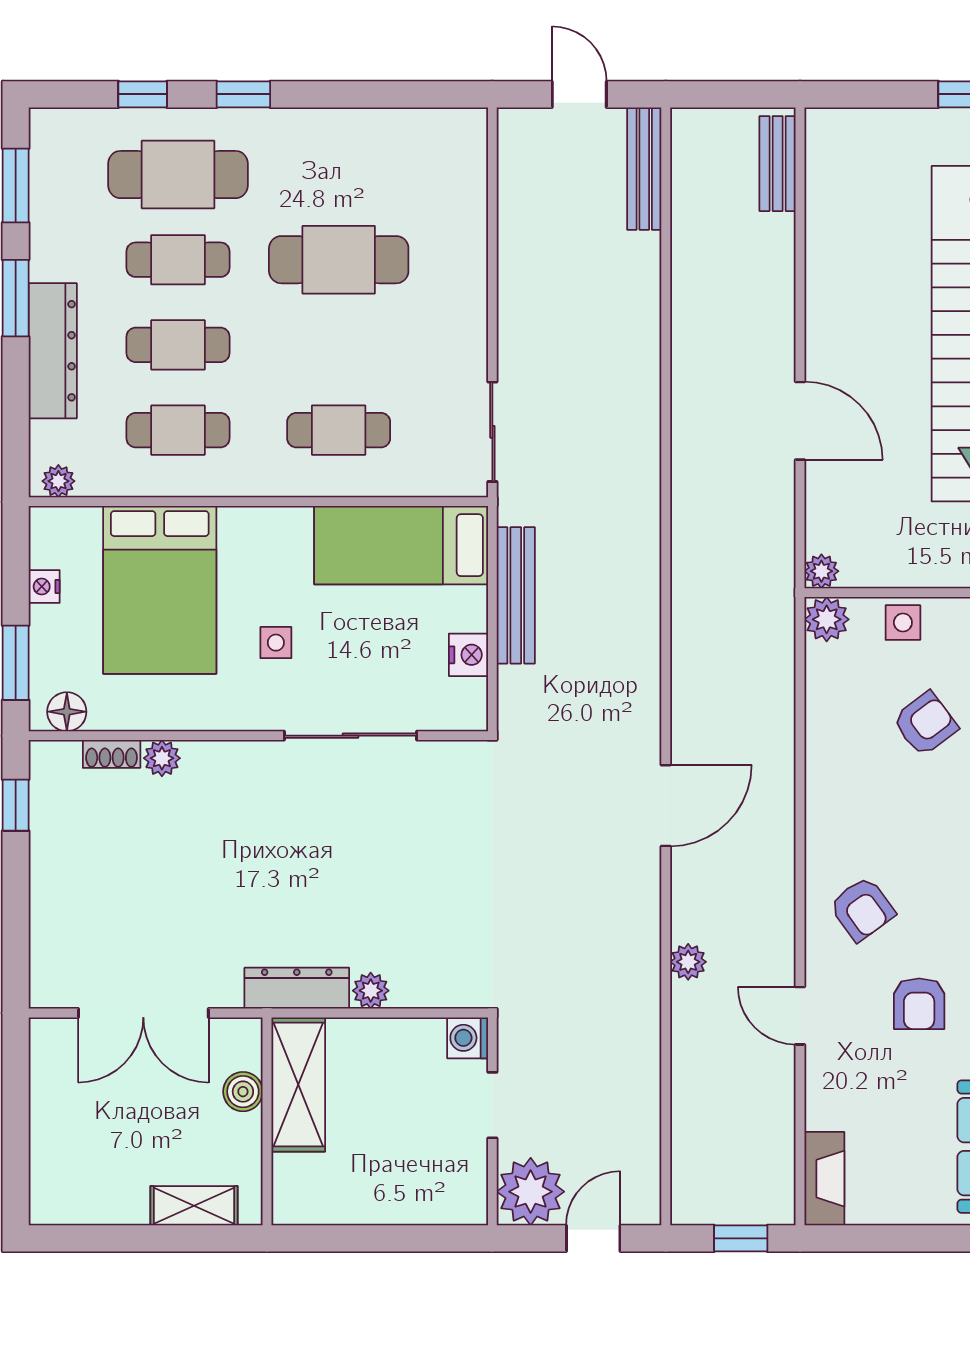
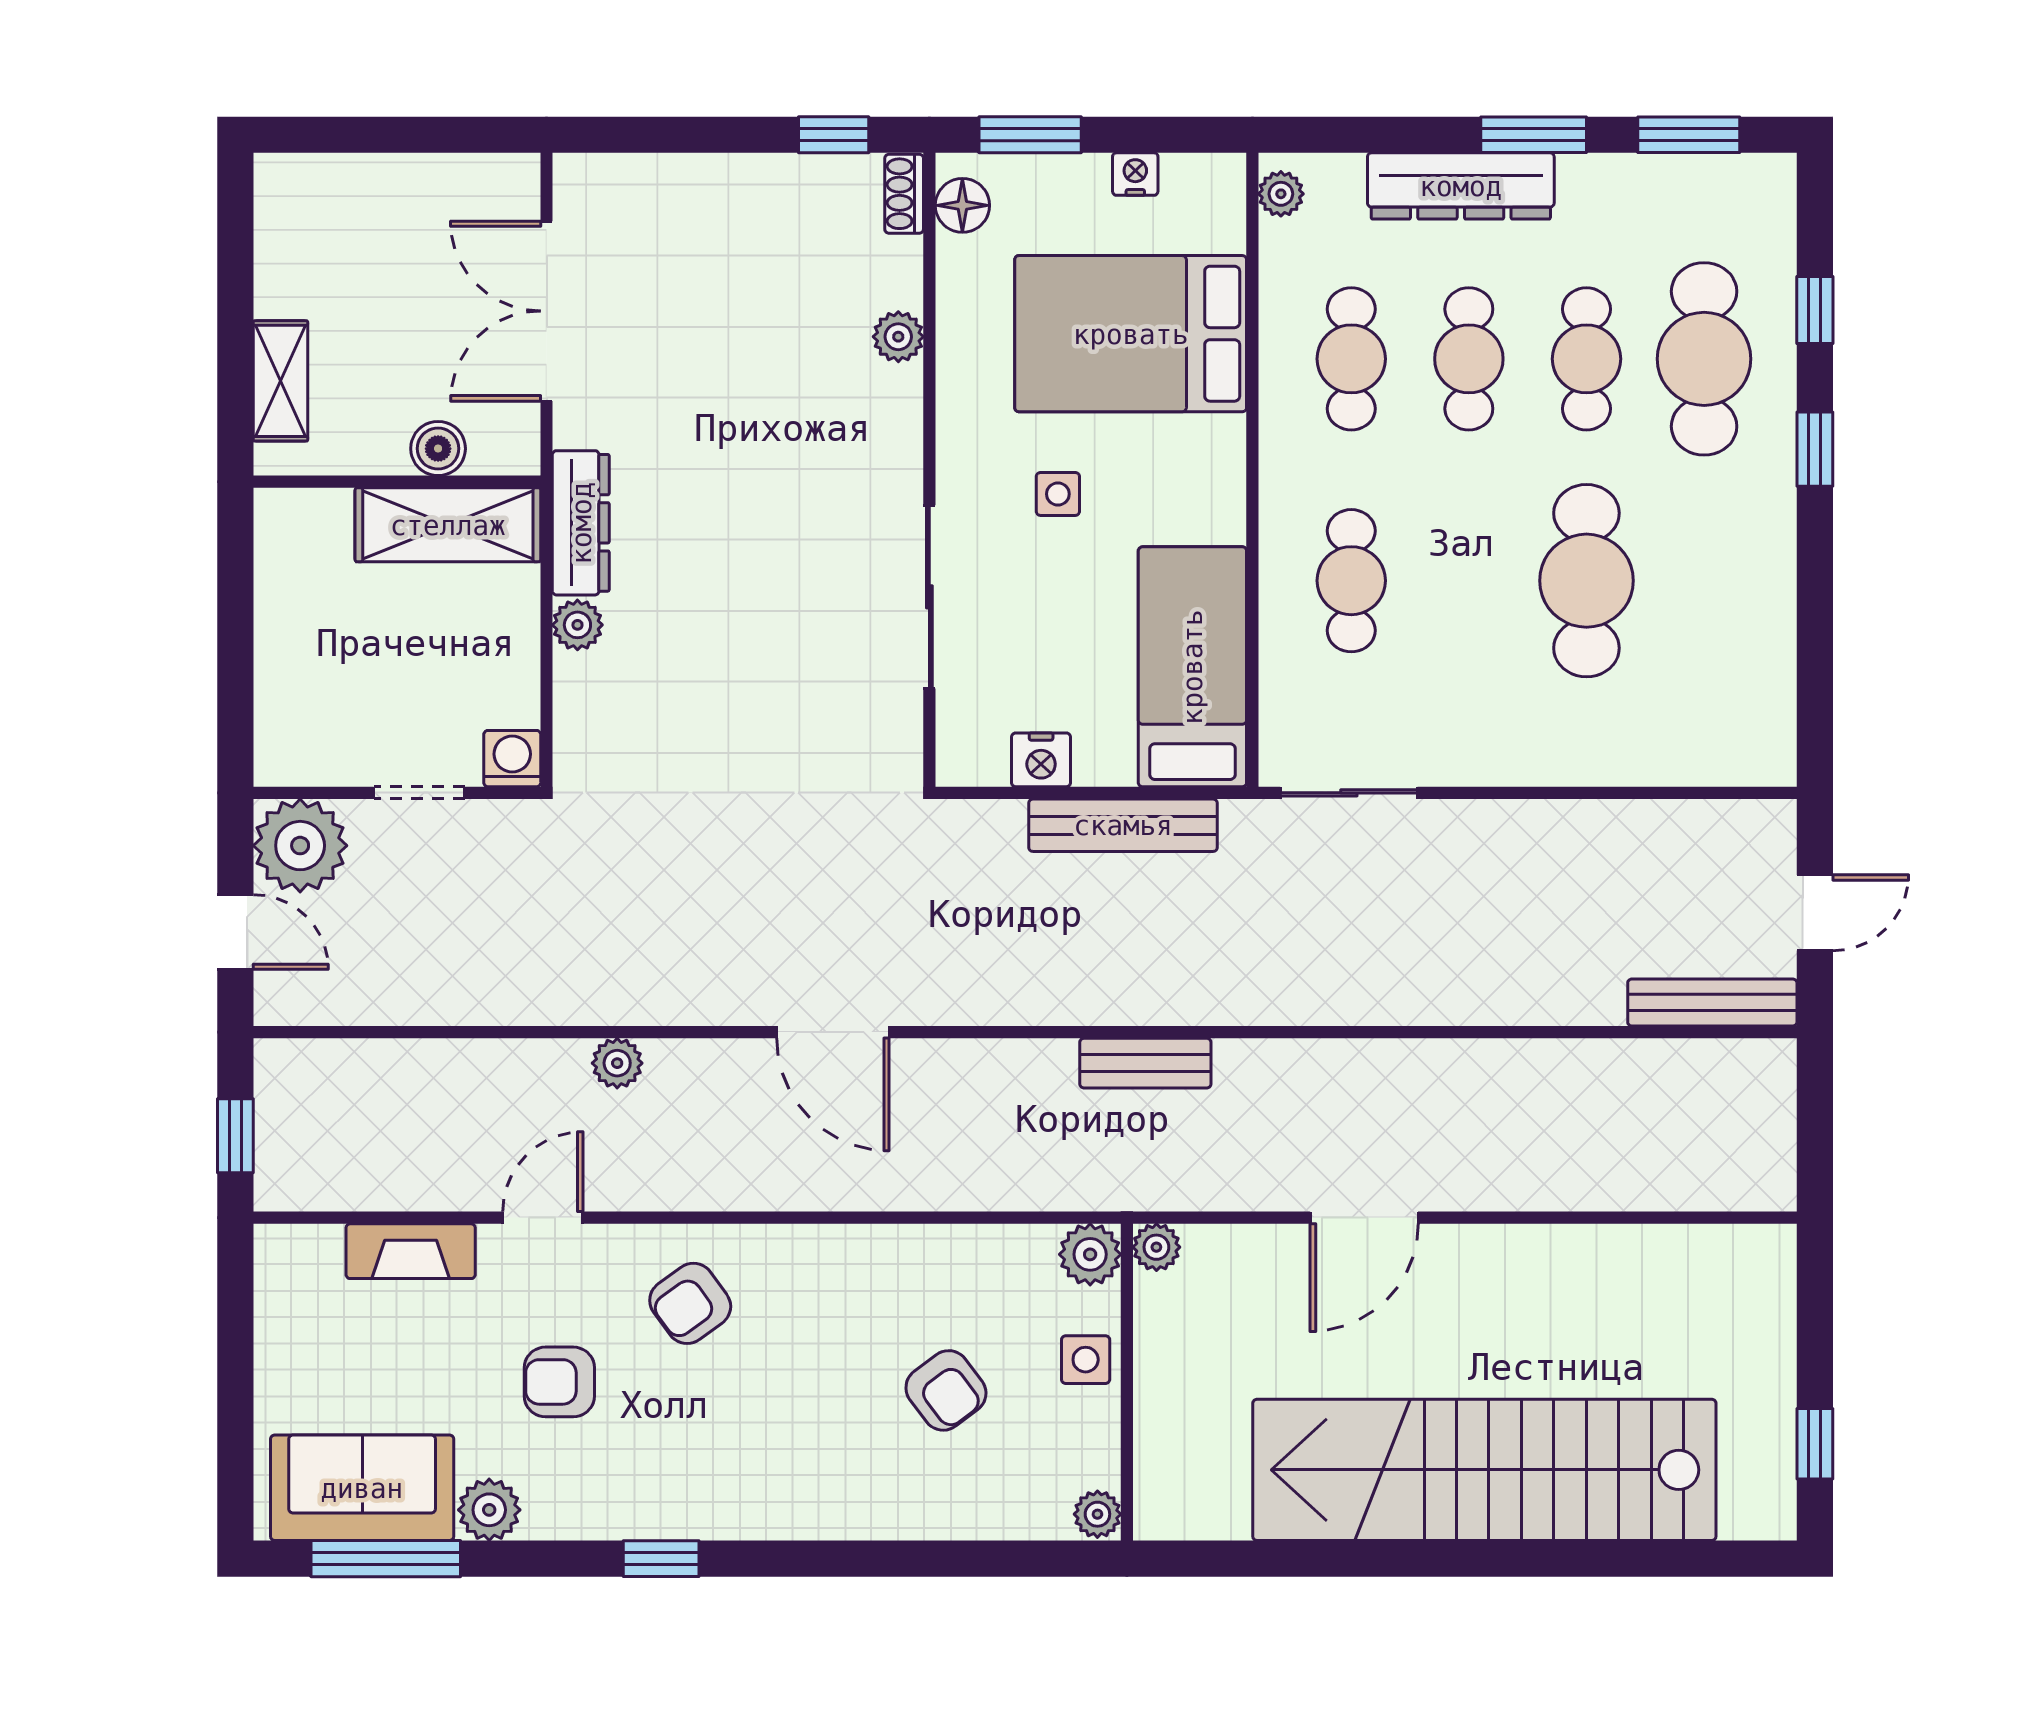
bench: (778, 164) -> (1145, 1063), moved
shoe rack: (112, 754) -> (904, 194), moved
fireplace: (824, 1179) -> (411, 1251), moved

